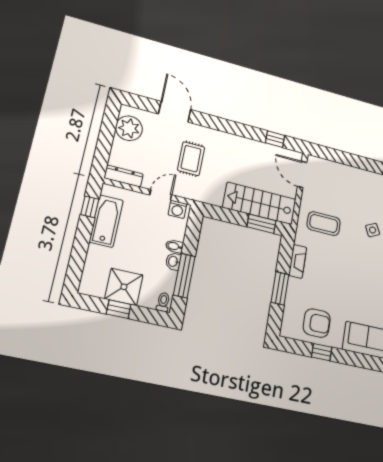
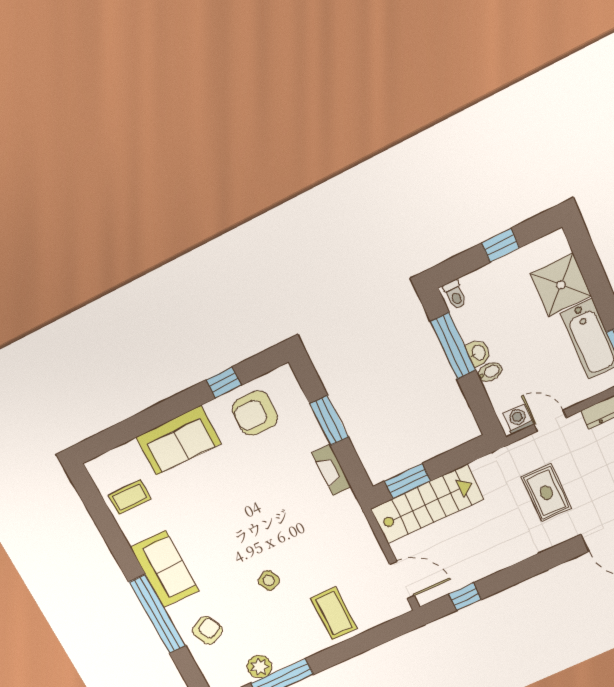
door: (161, 195) -> (550, 421), swing flipped
coffee table: (324, 224) -> (334, 613), moved, turned 90
shower: (124, 287) -> (561, 285), moved

